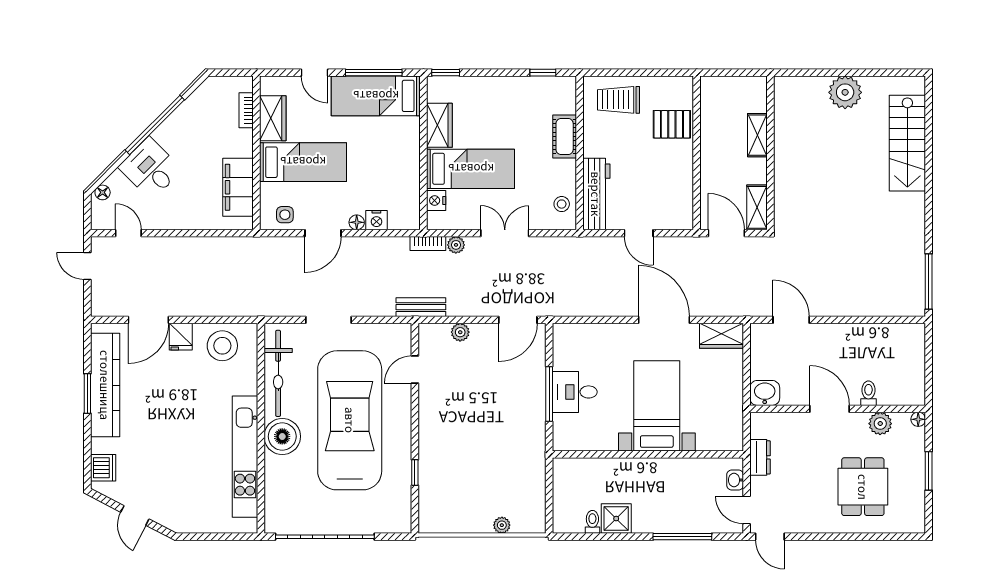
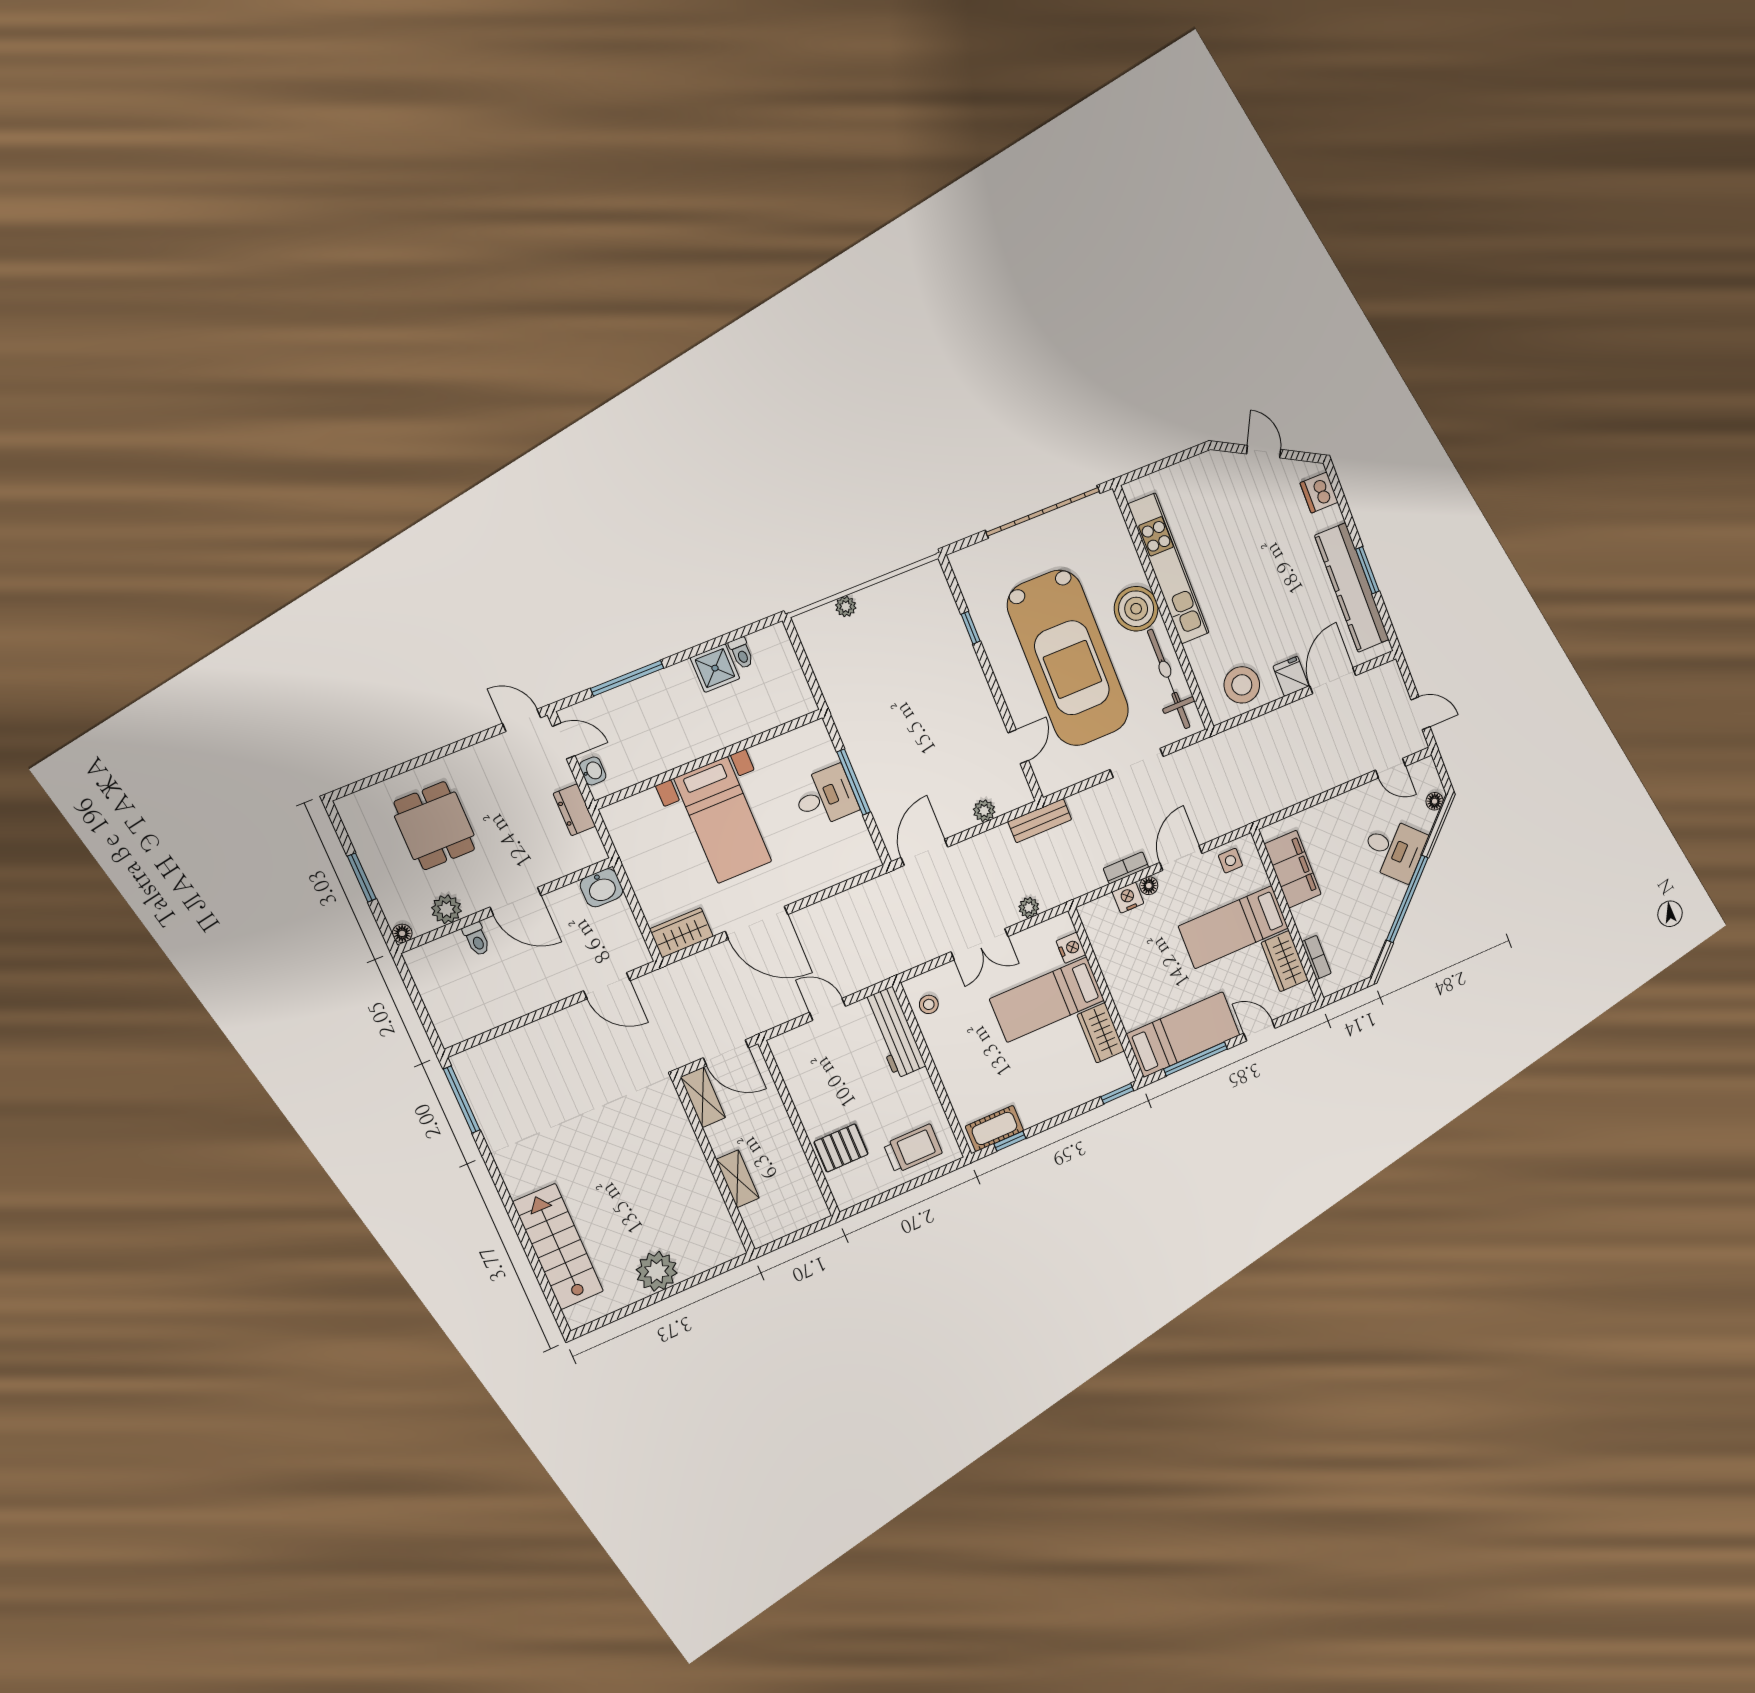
cot: (565, 137) -> (994, 1128), moved, turned 90
bookcase: (428, 244) -> (1126, 868), moved

